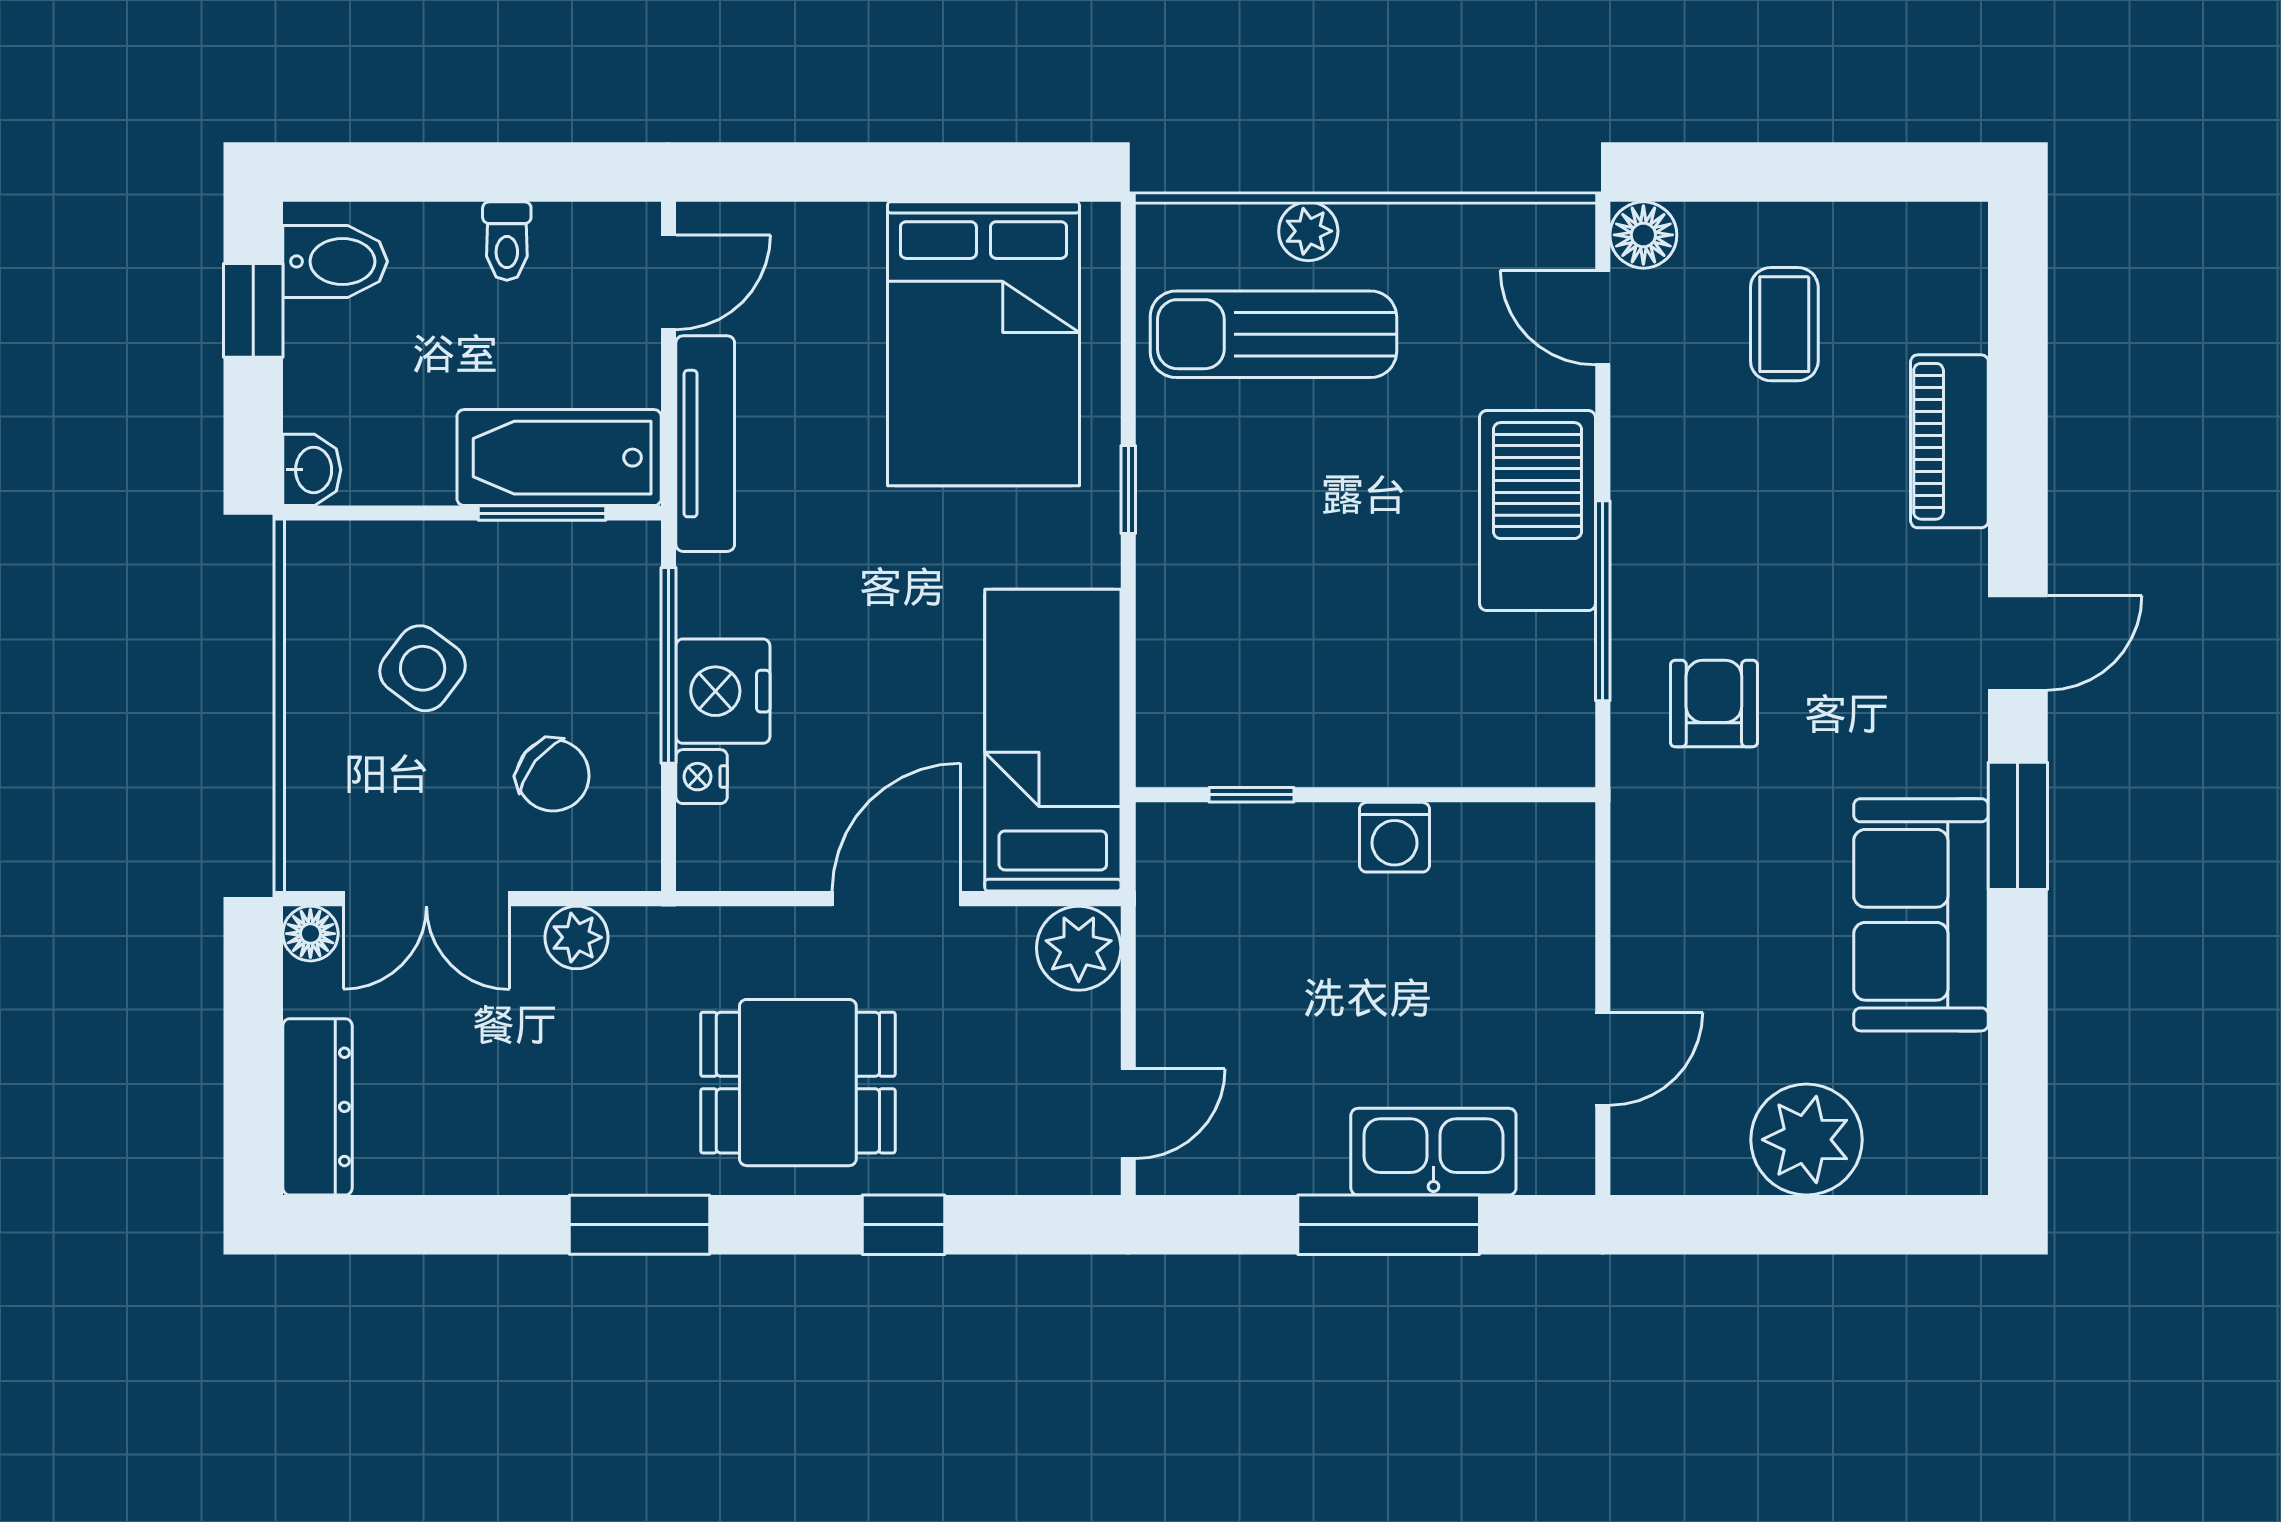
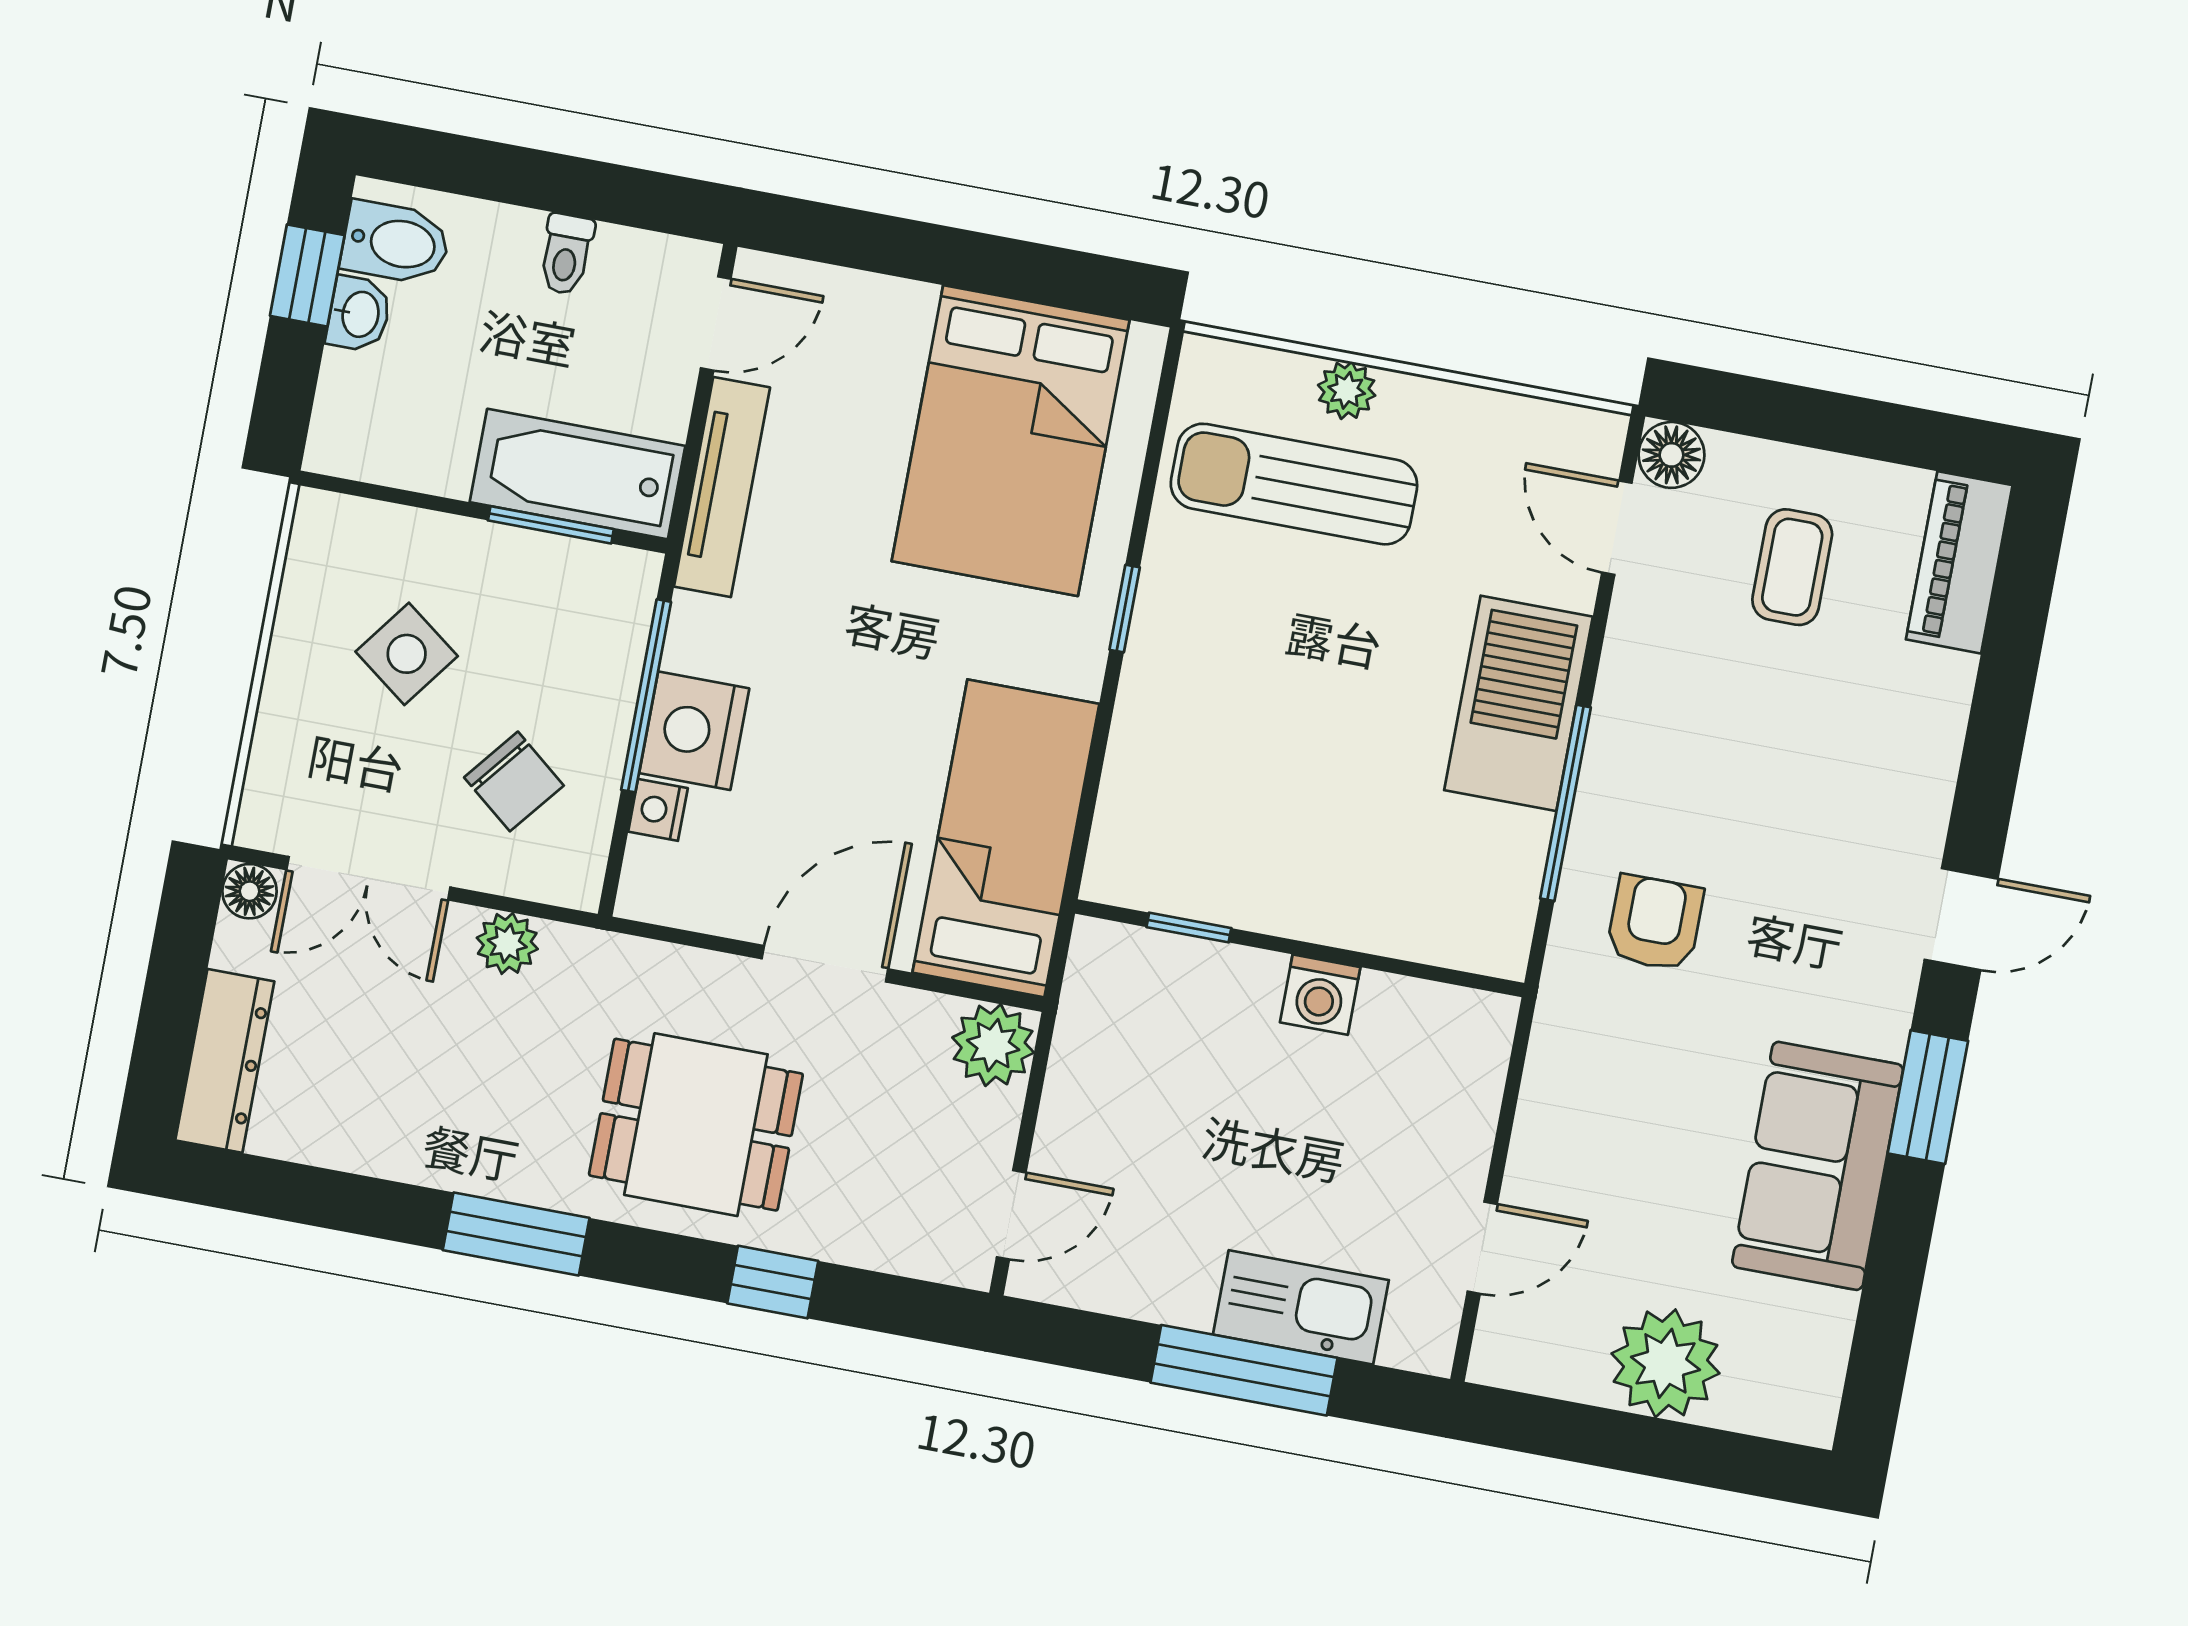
piano: (1949, 441) -> (1959, 562), moved
washbasin: (312, 470) -> (359, 314), moved

